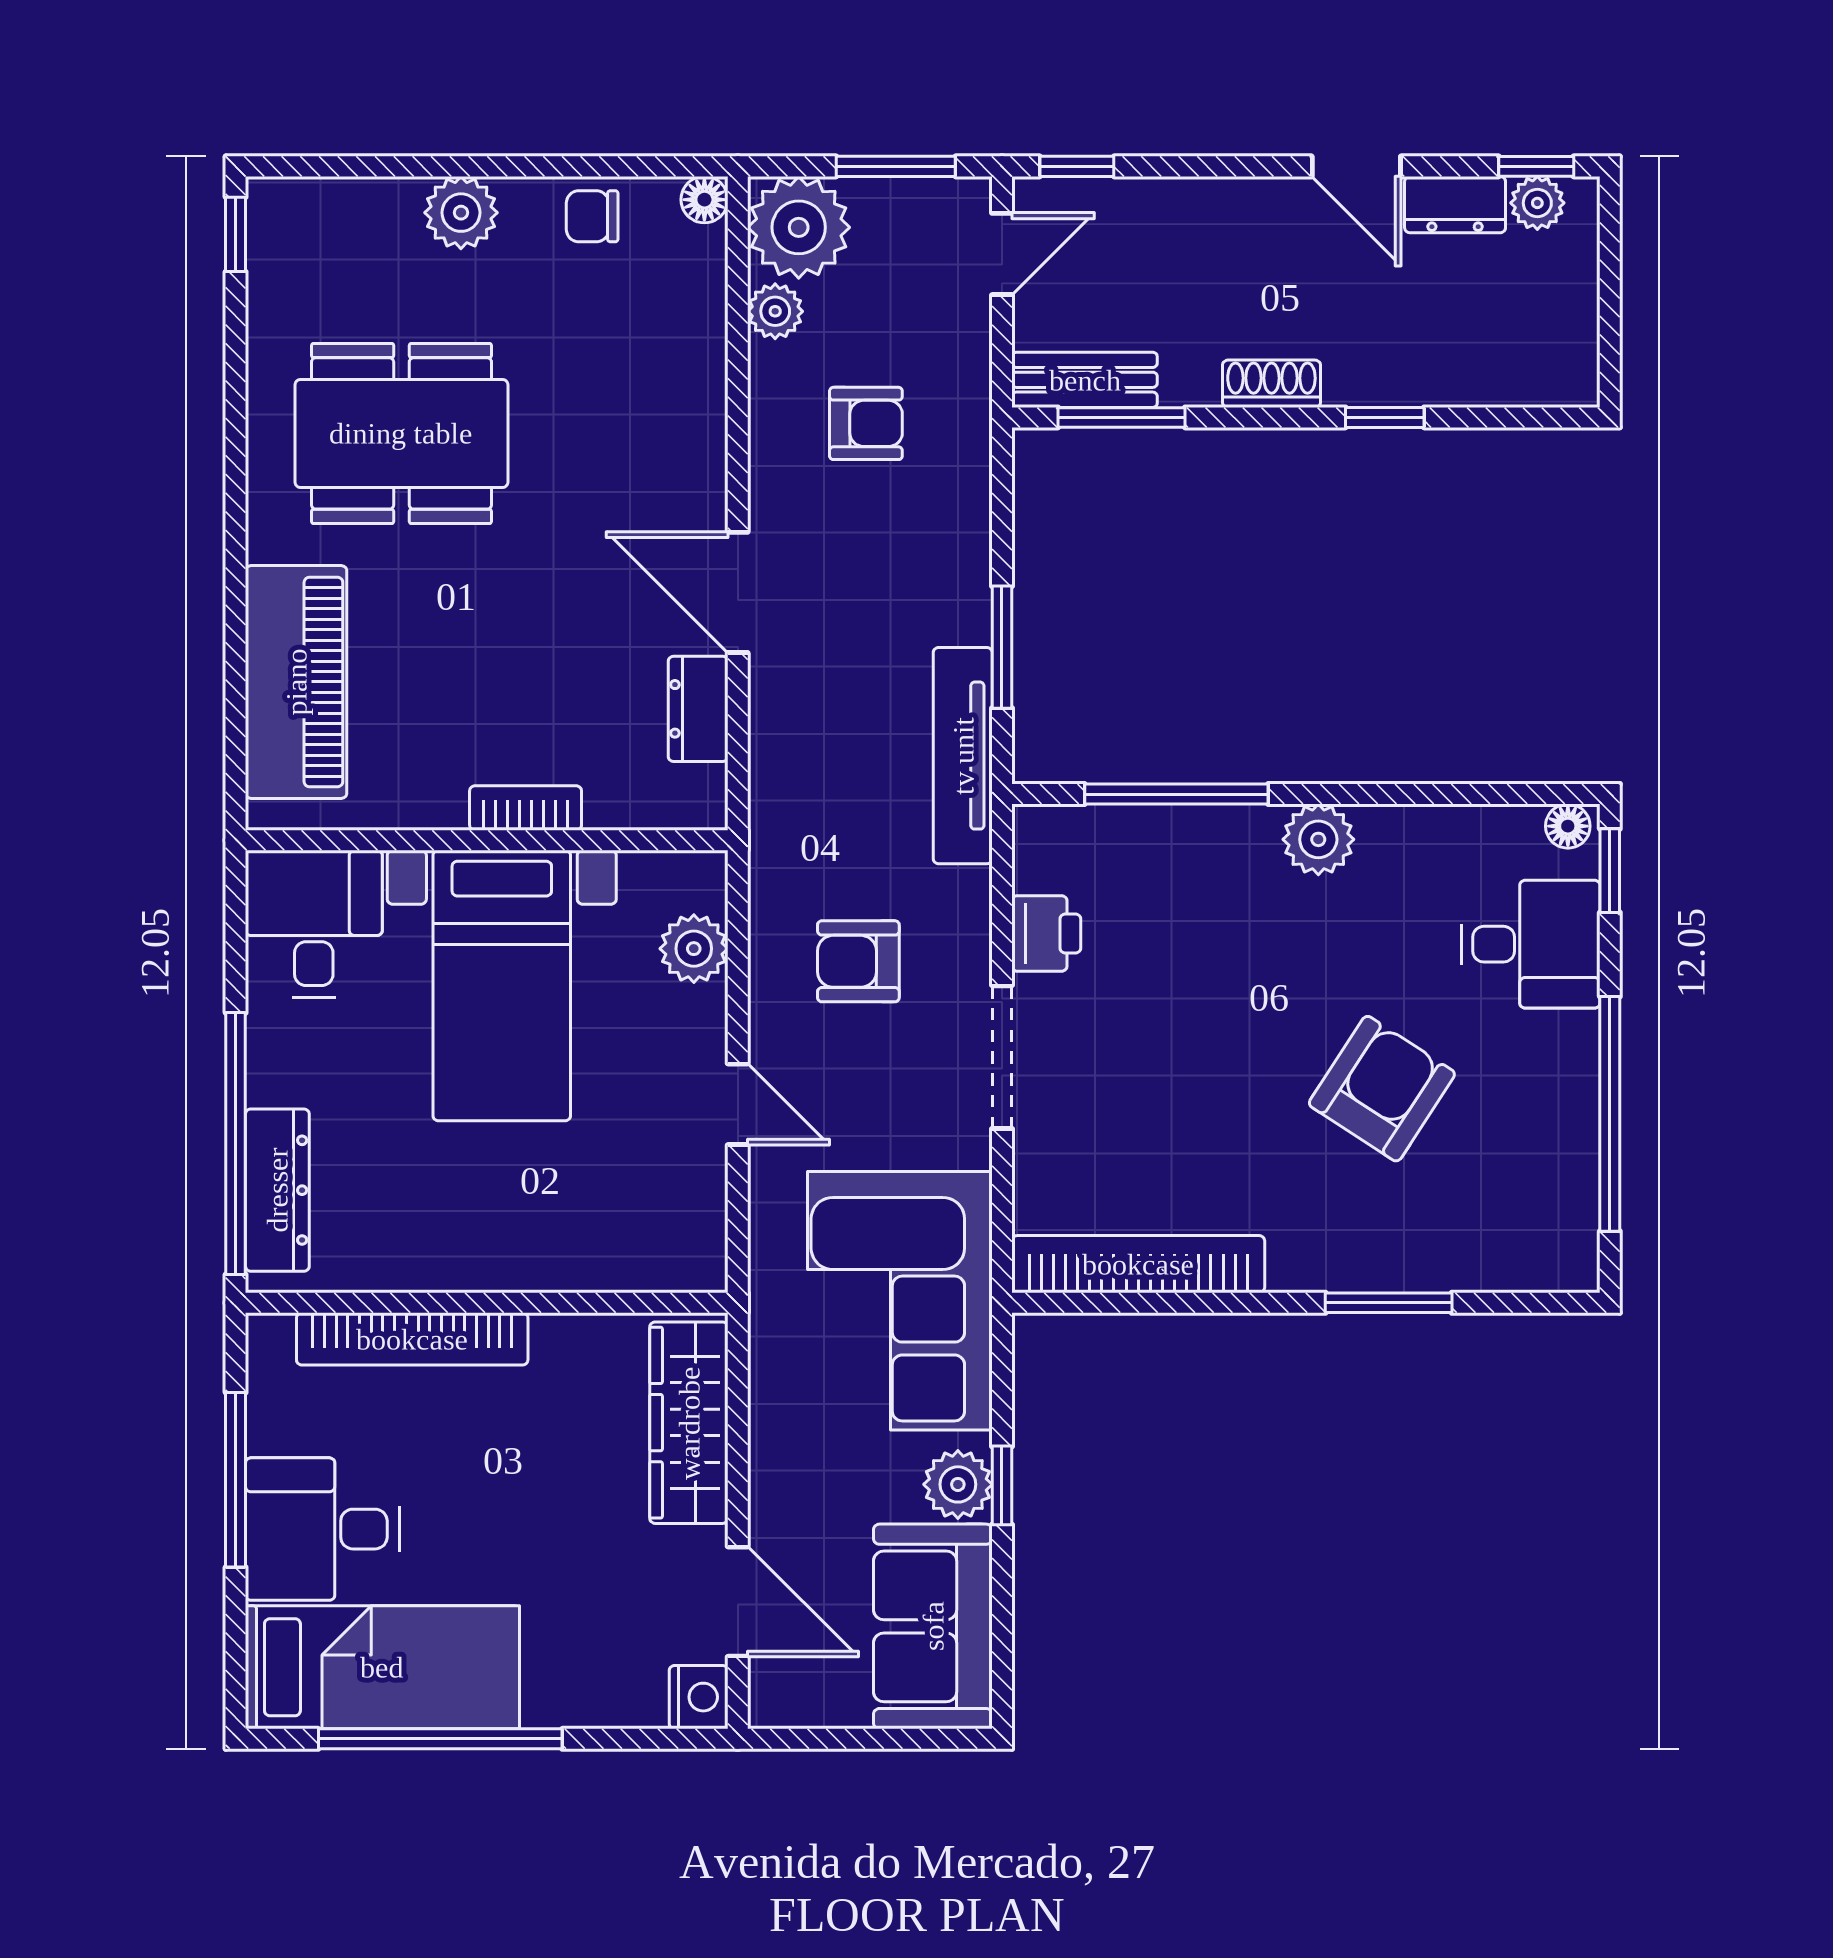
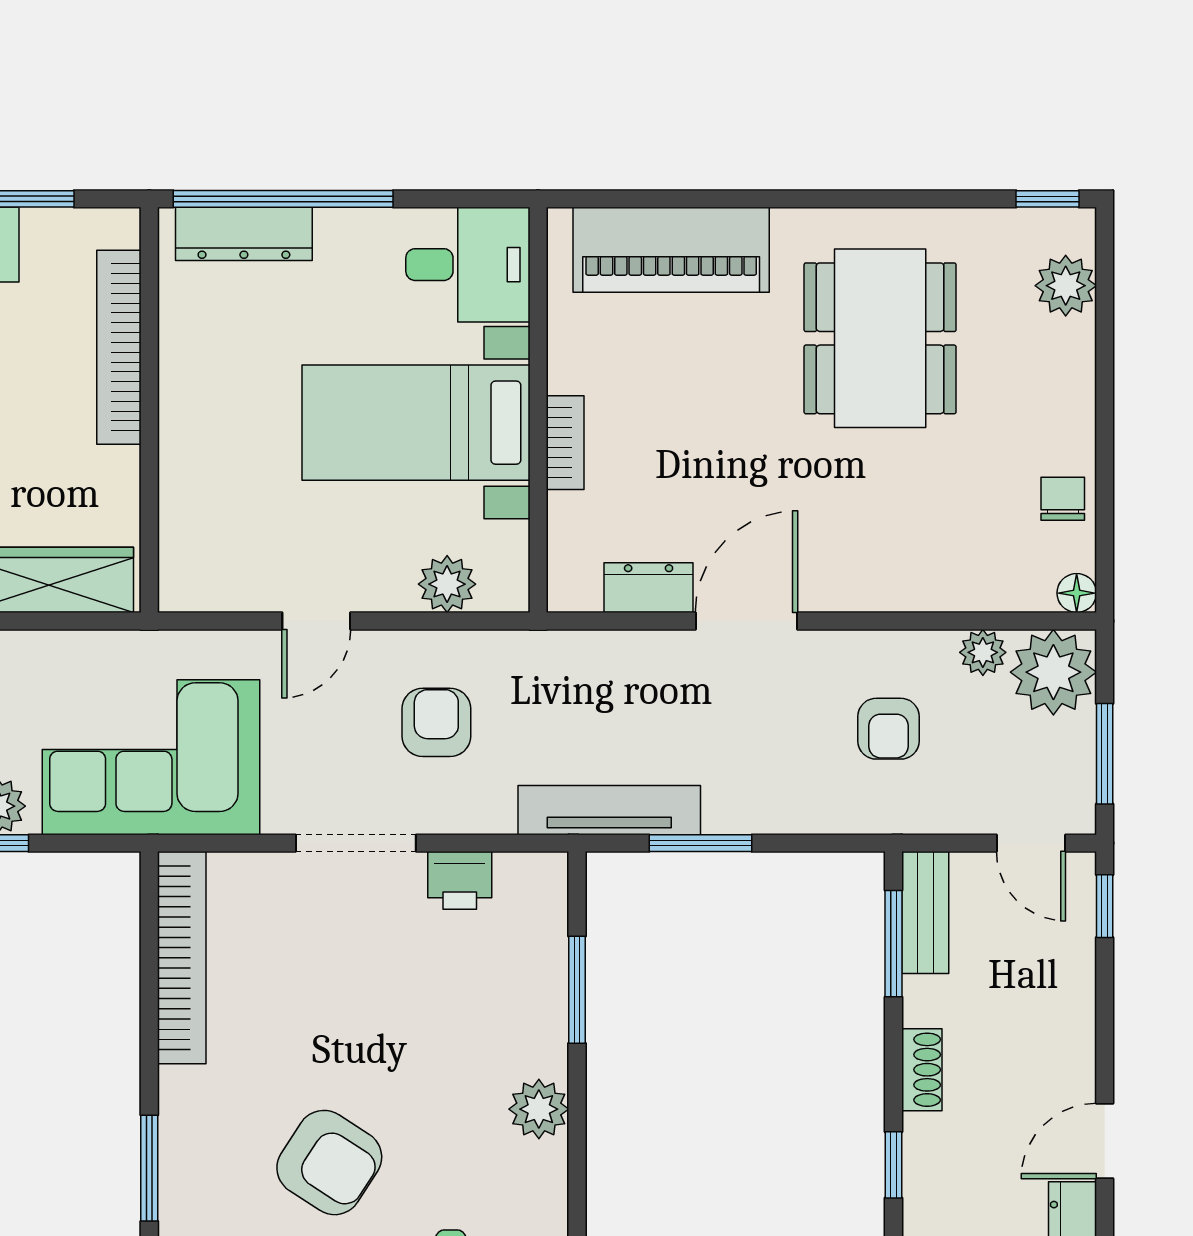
plant: (461, 213) -> (1066, 286), moved
window: (1176, 794) -> (577, 990), width x0.69

